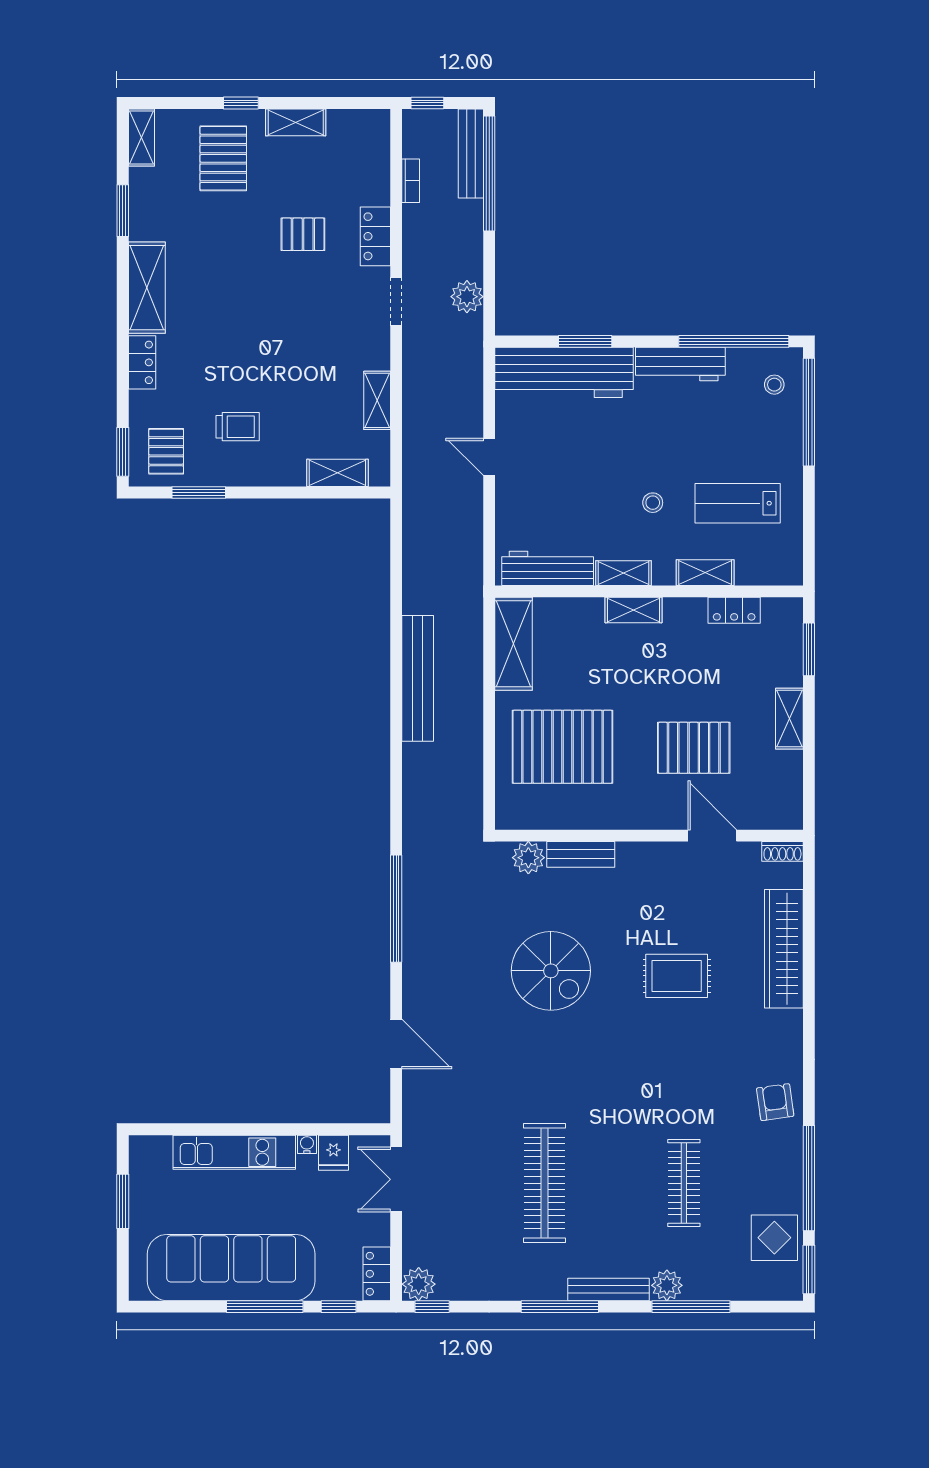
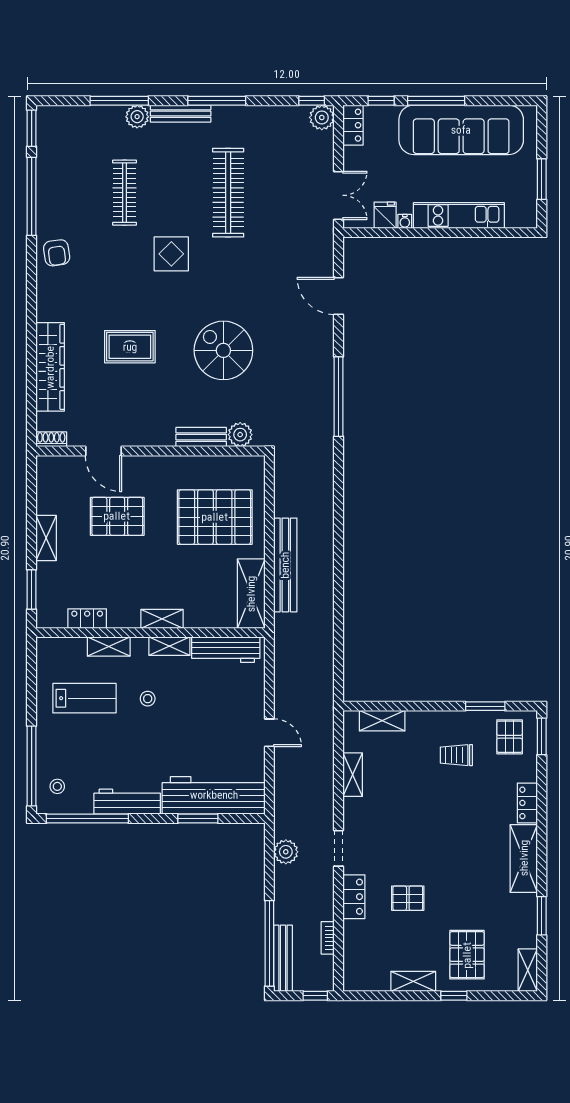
bench: (418, 678) -> (285, 565), moved
display table: (774, 1238) -> (171, 254), moved

